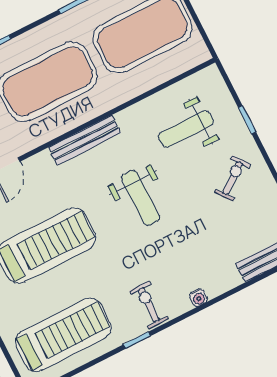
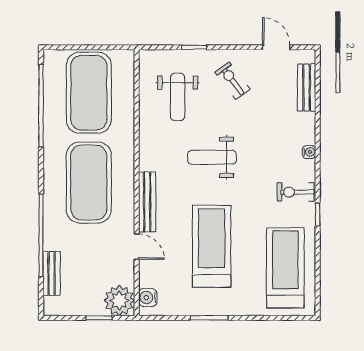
bench: (85, 140) -> (147, 202), moved
weight bench: (141, 198) -> (212, 157), turned 180

